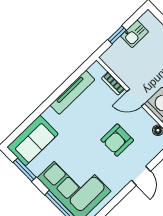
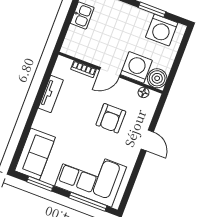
window: (117, 35) -> (67, 24), removed
tv unit: (72, 92) -> (51, 94), width x0.71

